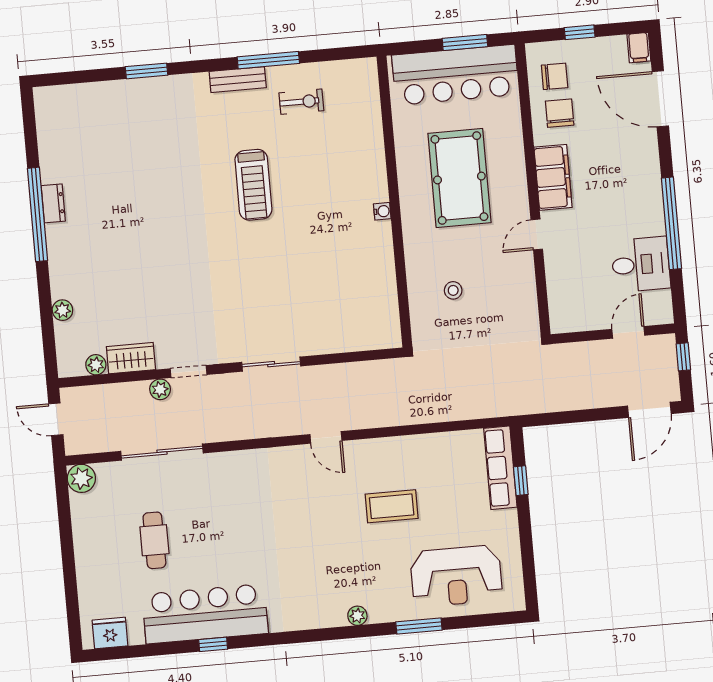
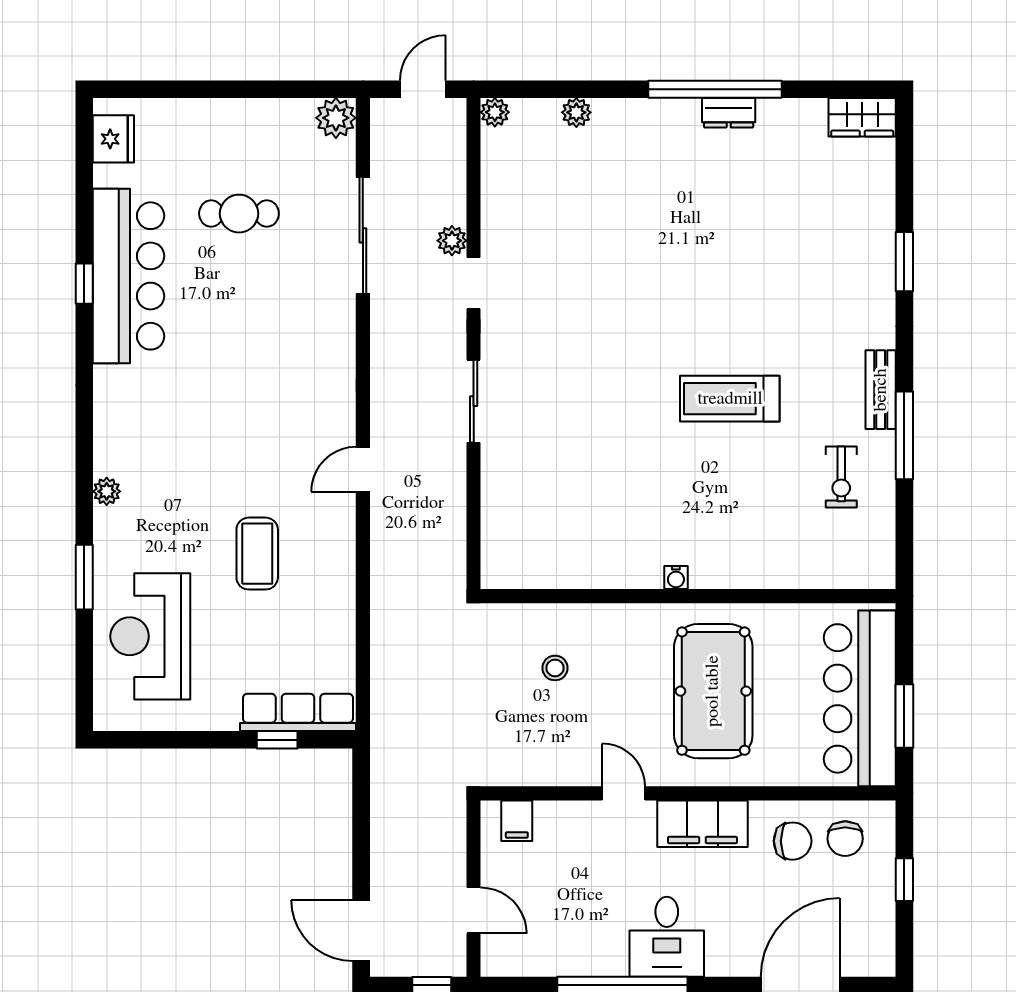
filing cabinet: (639, 48) -> (517, 821), moved, turned -90
pool table: (459, 178) -> (713, 691), turned 90
desk: (641, 264) -> (667, 937), moved
wardrobe: (131, 358) -> (862, 117), moved, turned 90
plant: (96, 365) -> (495, 112), moved

